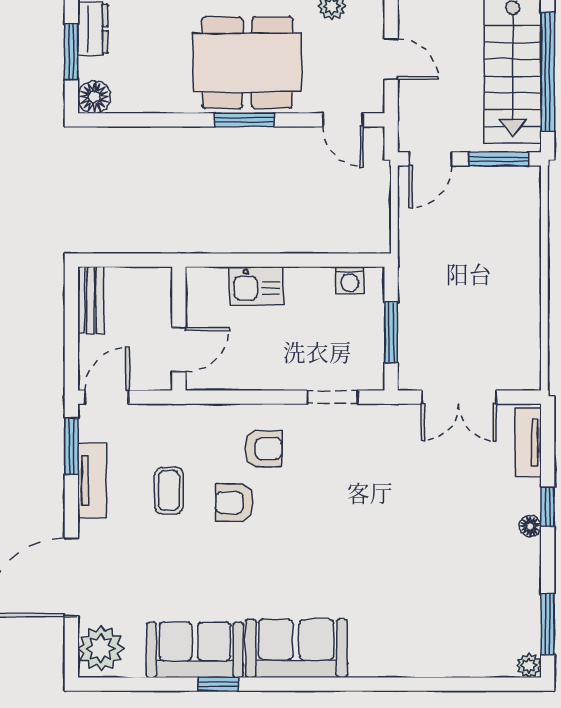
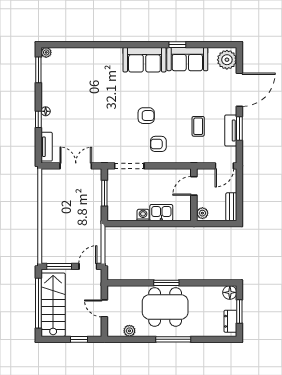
door: (343, 120) -> (125, 283), removed
washing machine: (350, 280) -> (143, 215), moved
plant: (159, 285) -> (202, 213), added
doorway: (332, 397) -> (129, 166), width x1.38
window: (71, 446) -> (239, 129), moved
armchair: (234, 503) -> (146, 116), moved

